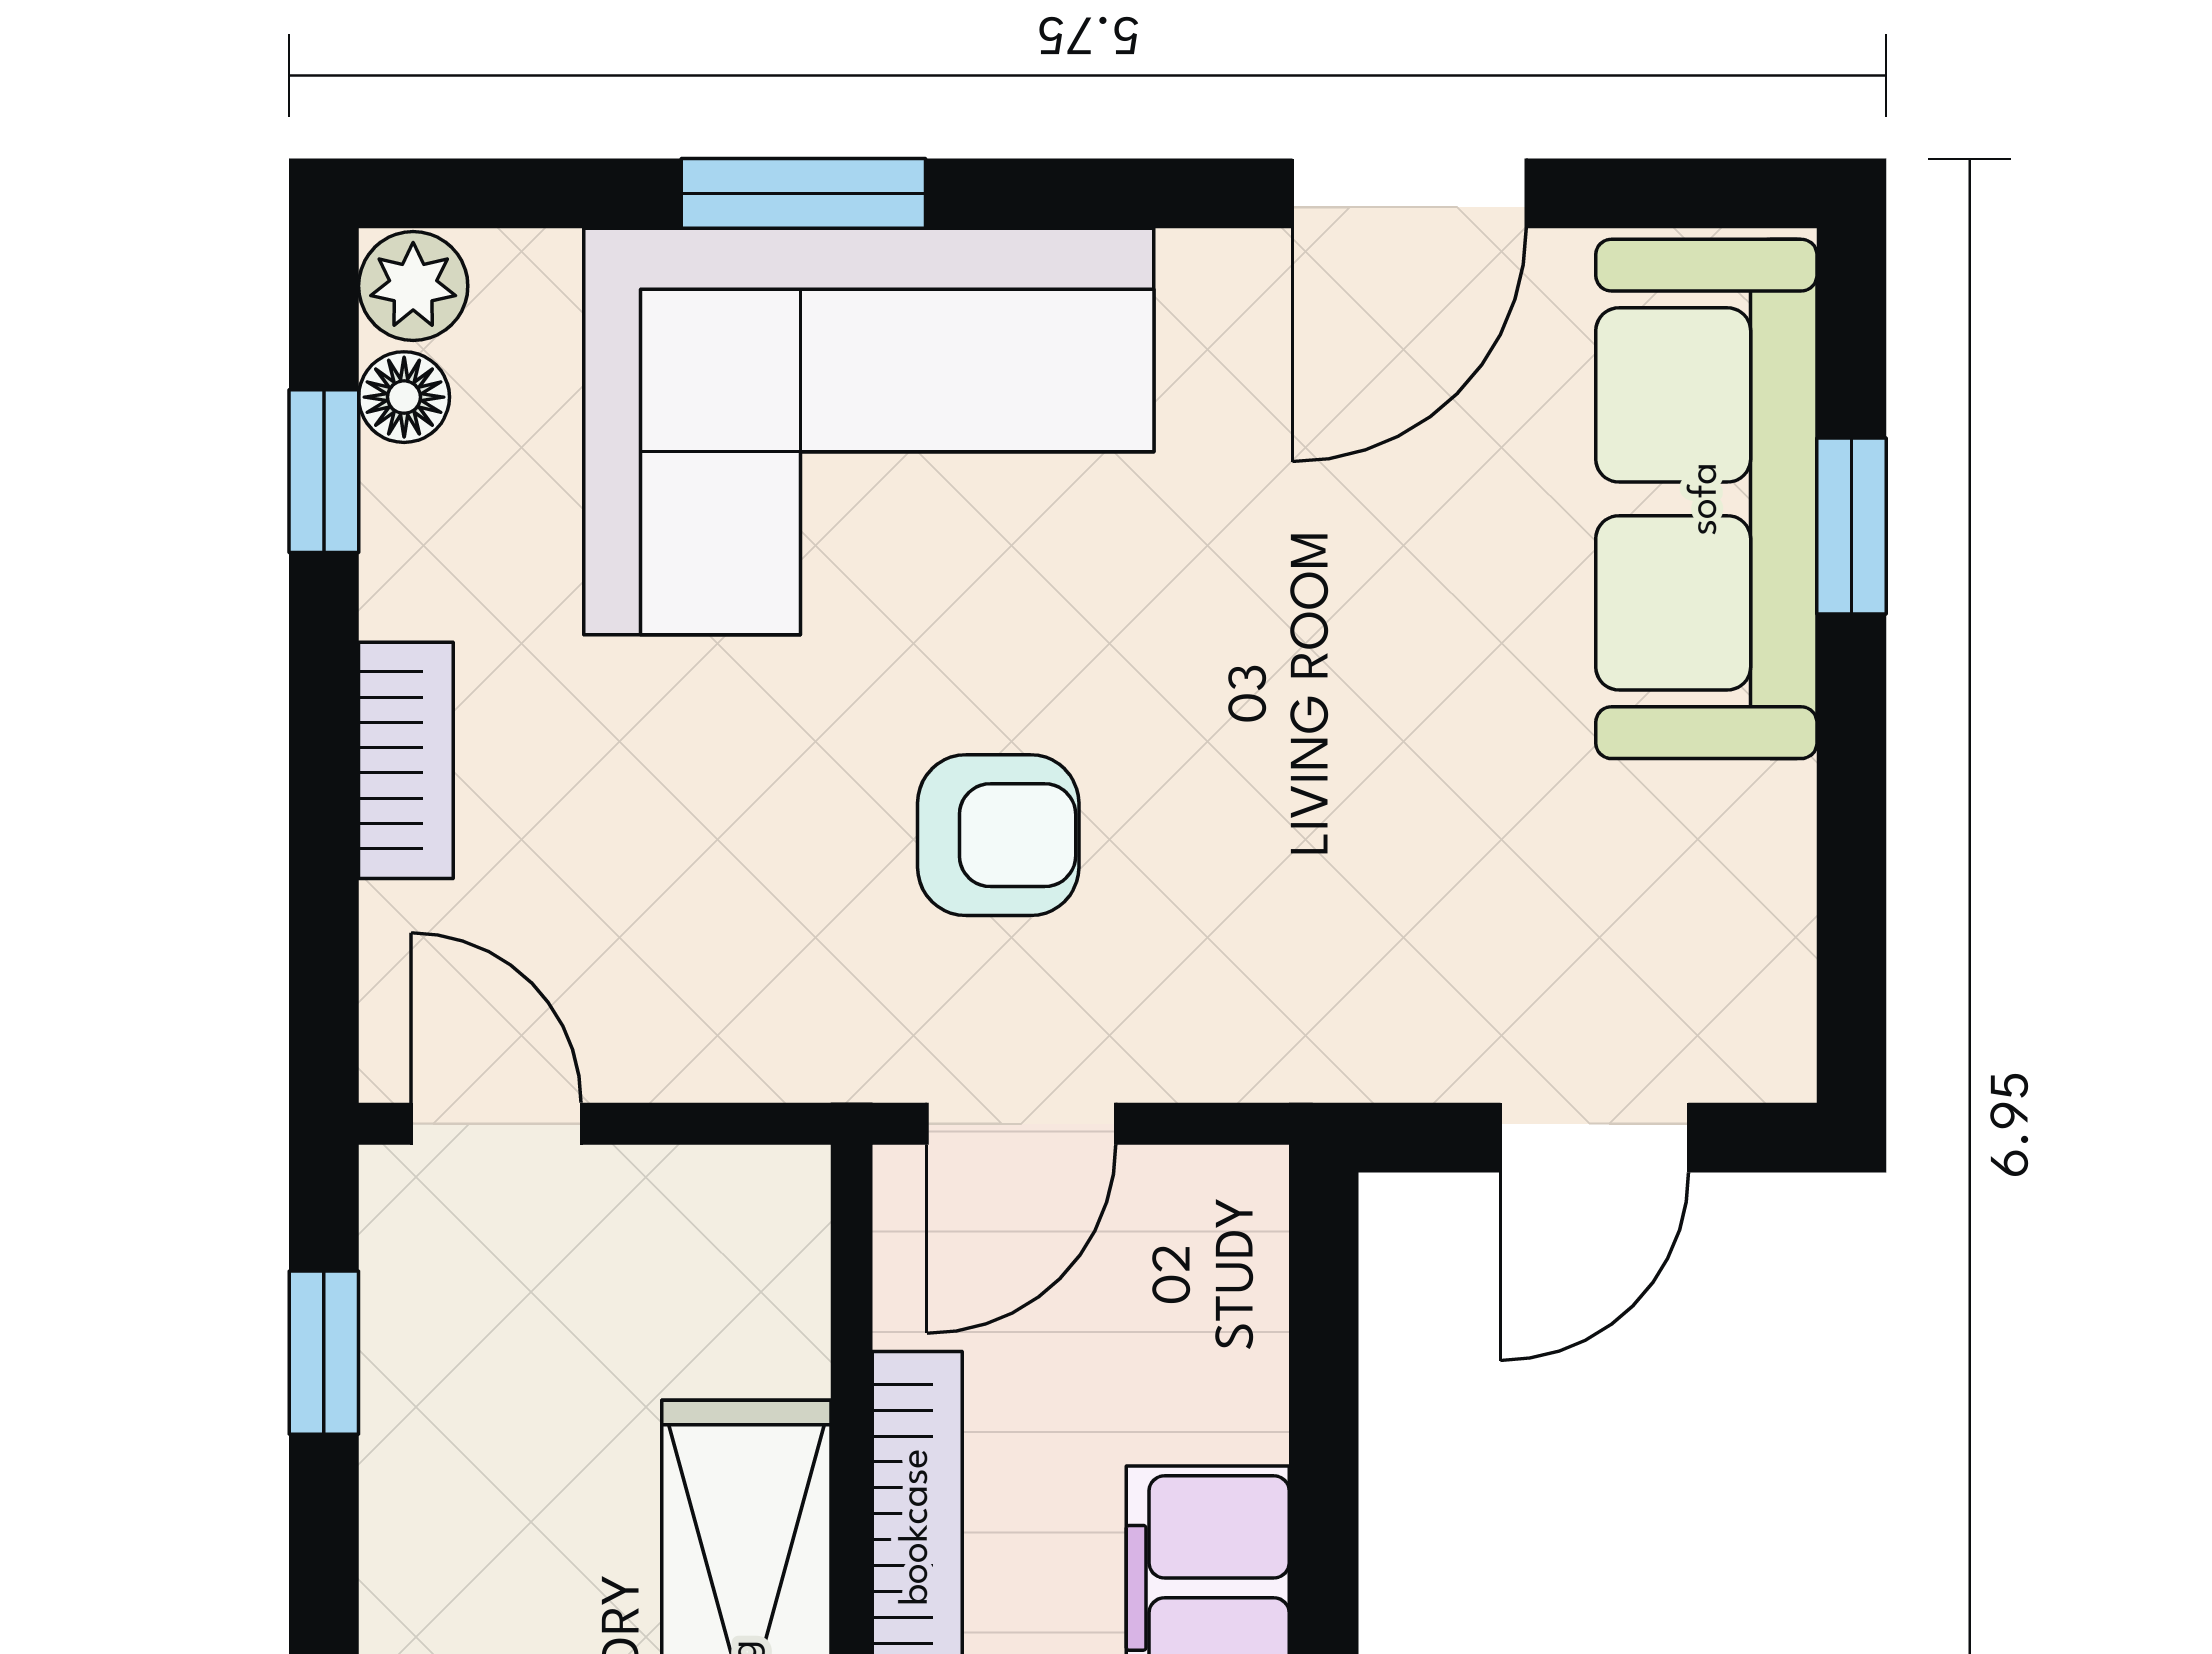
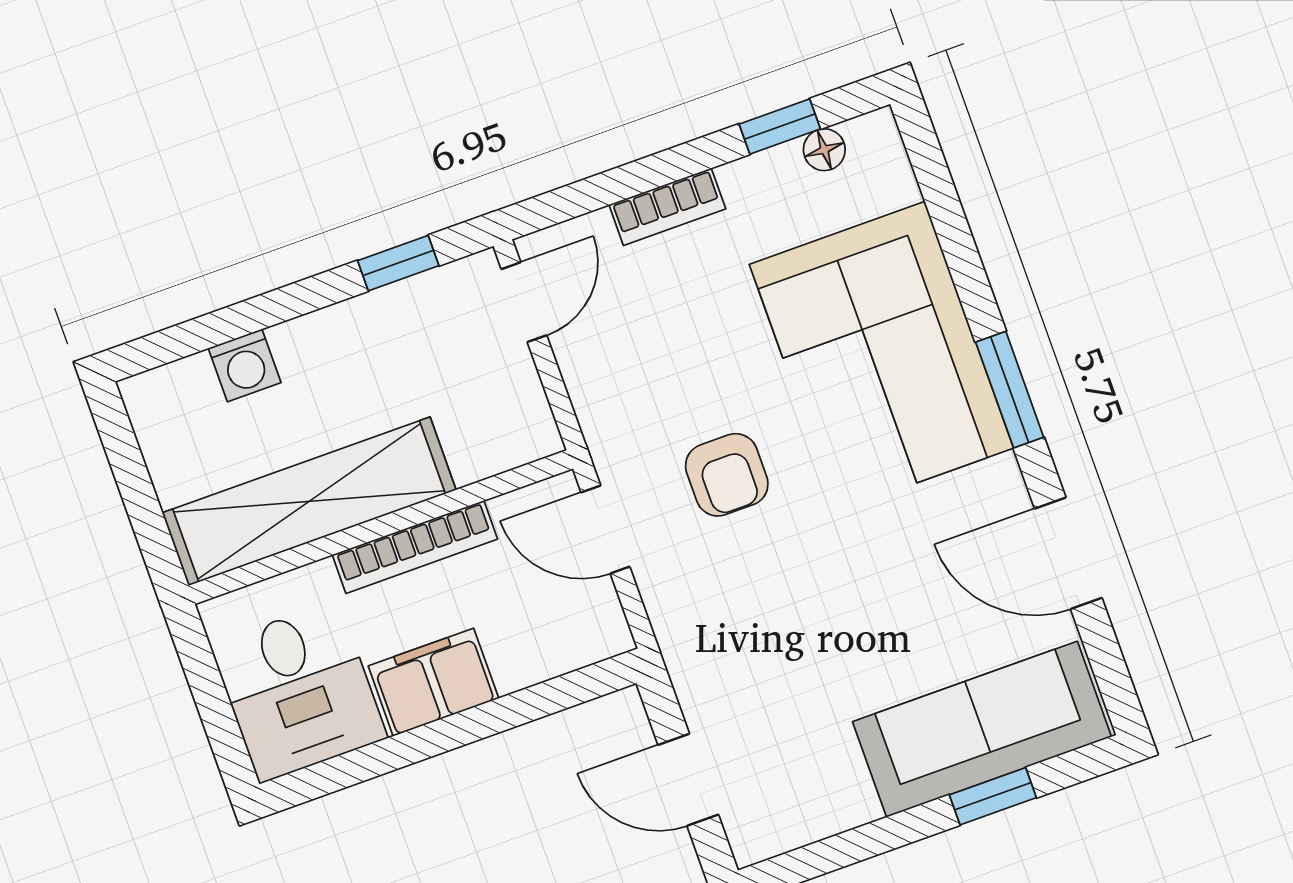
window: (803, 193) -> (1010, 390), moved
plant: (413, 286) -> (874, 136), removed

